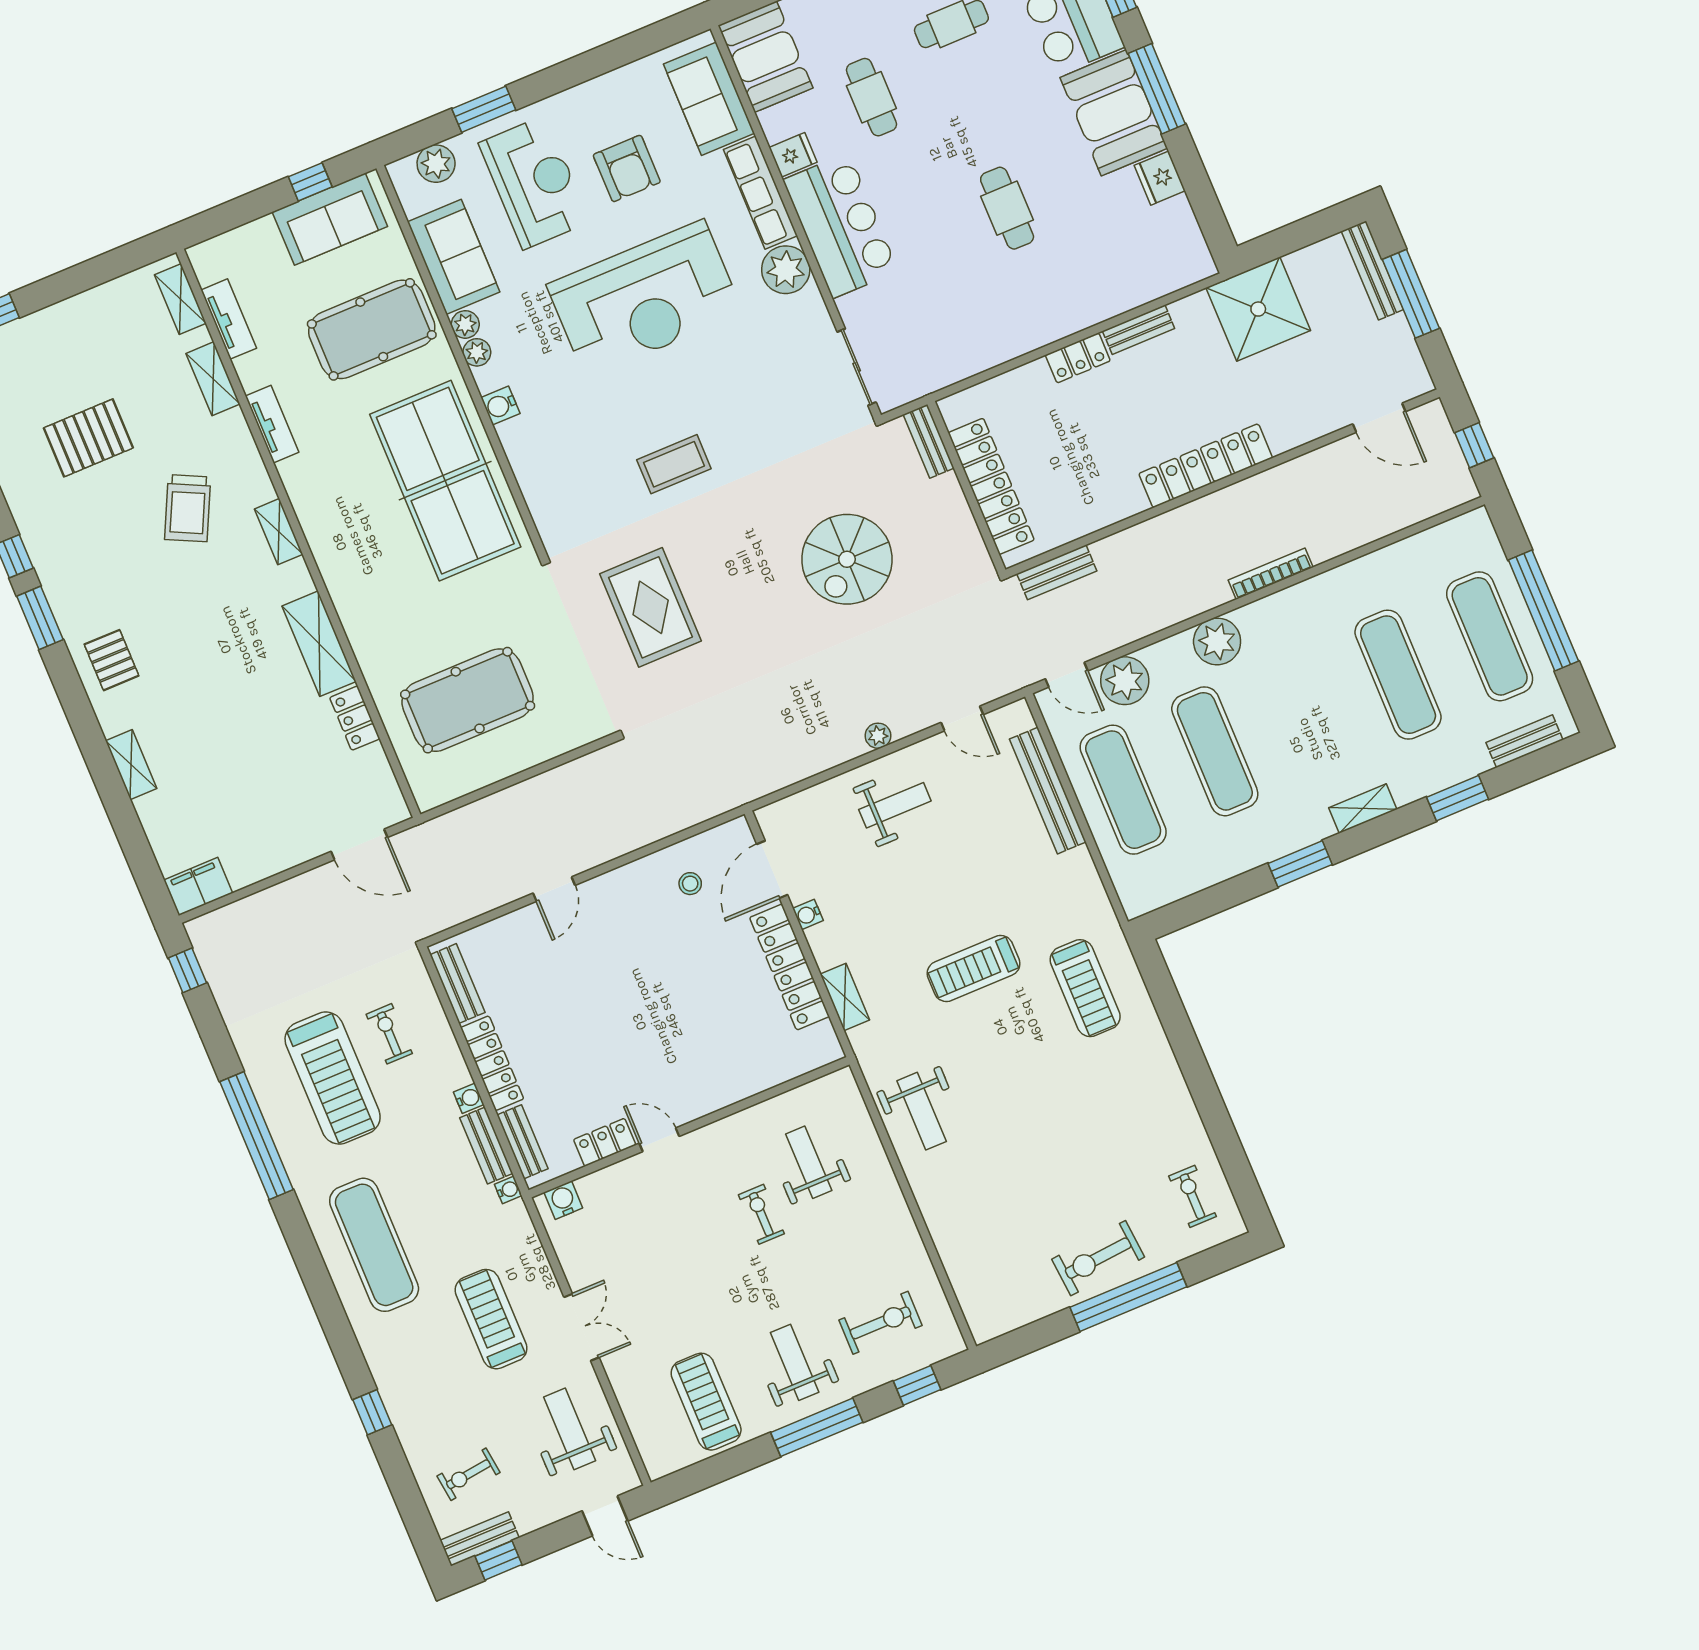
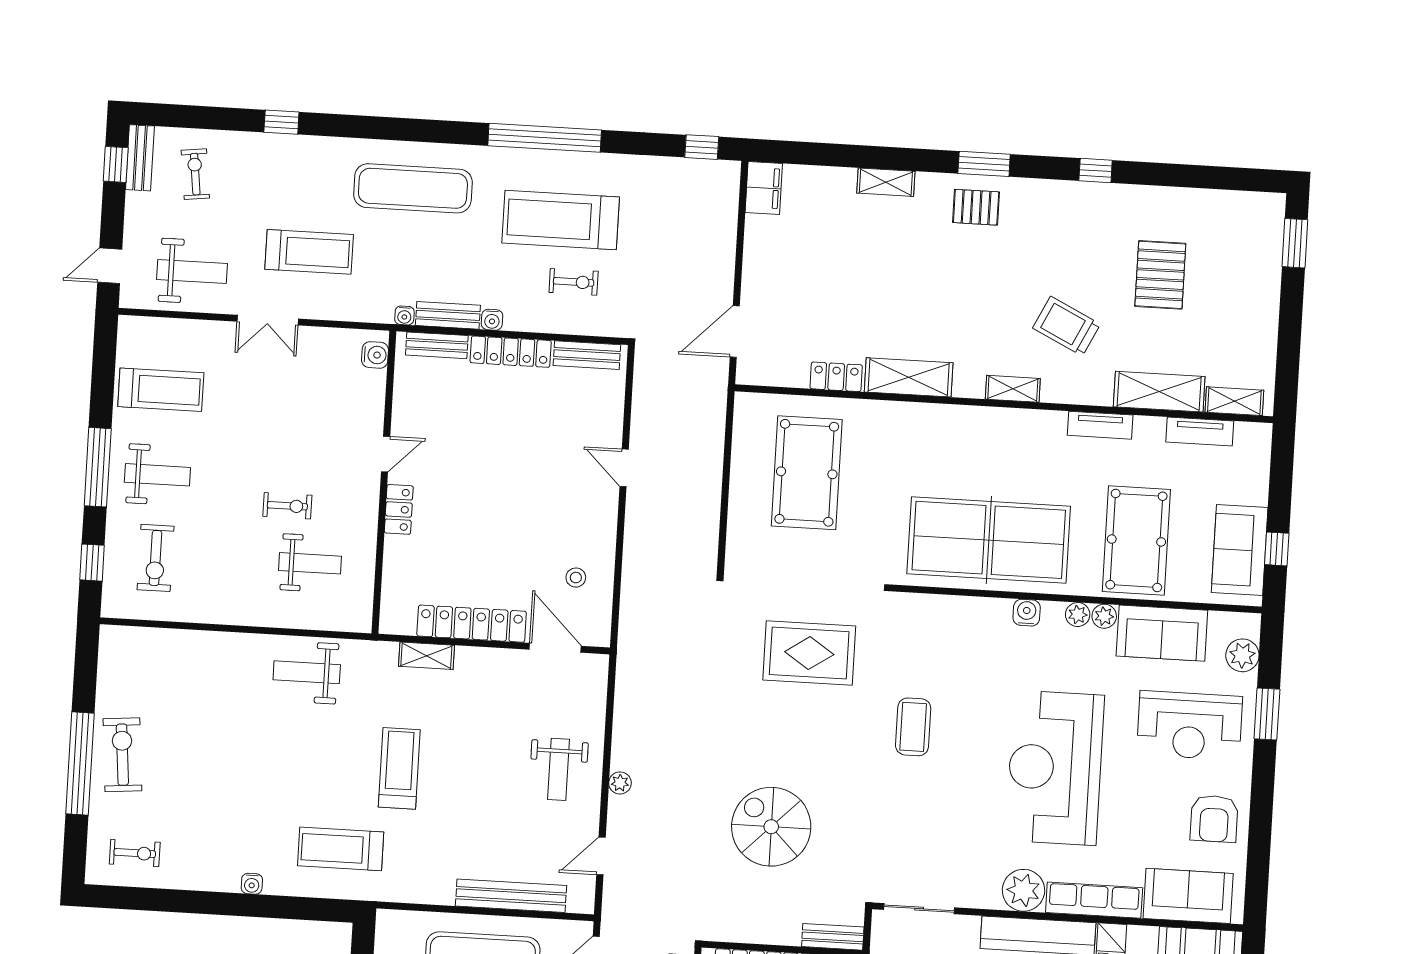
armchair: (627, 168) -> (1214, 819), moved, turned -90
shelving: (213, 379) -> (1159, 392), width x1.50, depth x1.33
window: (40, 618) -> (984, 164), moved
water cooler: (808, 914) -> (252, 884), moved, turned 180
locker: (605, 1142) -> (399, 509), moved

